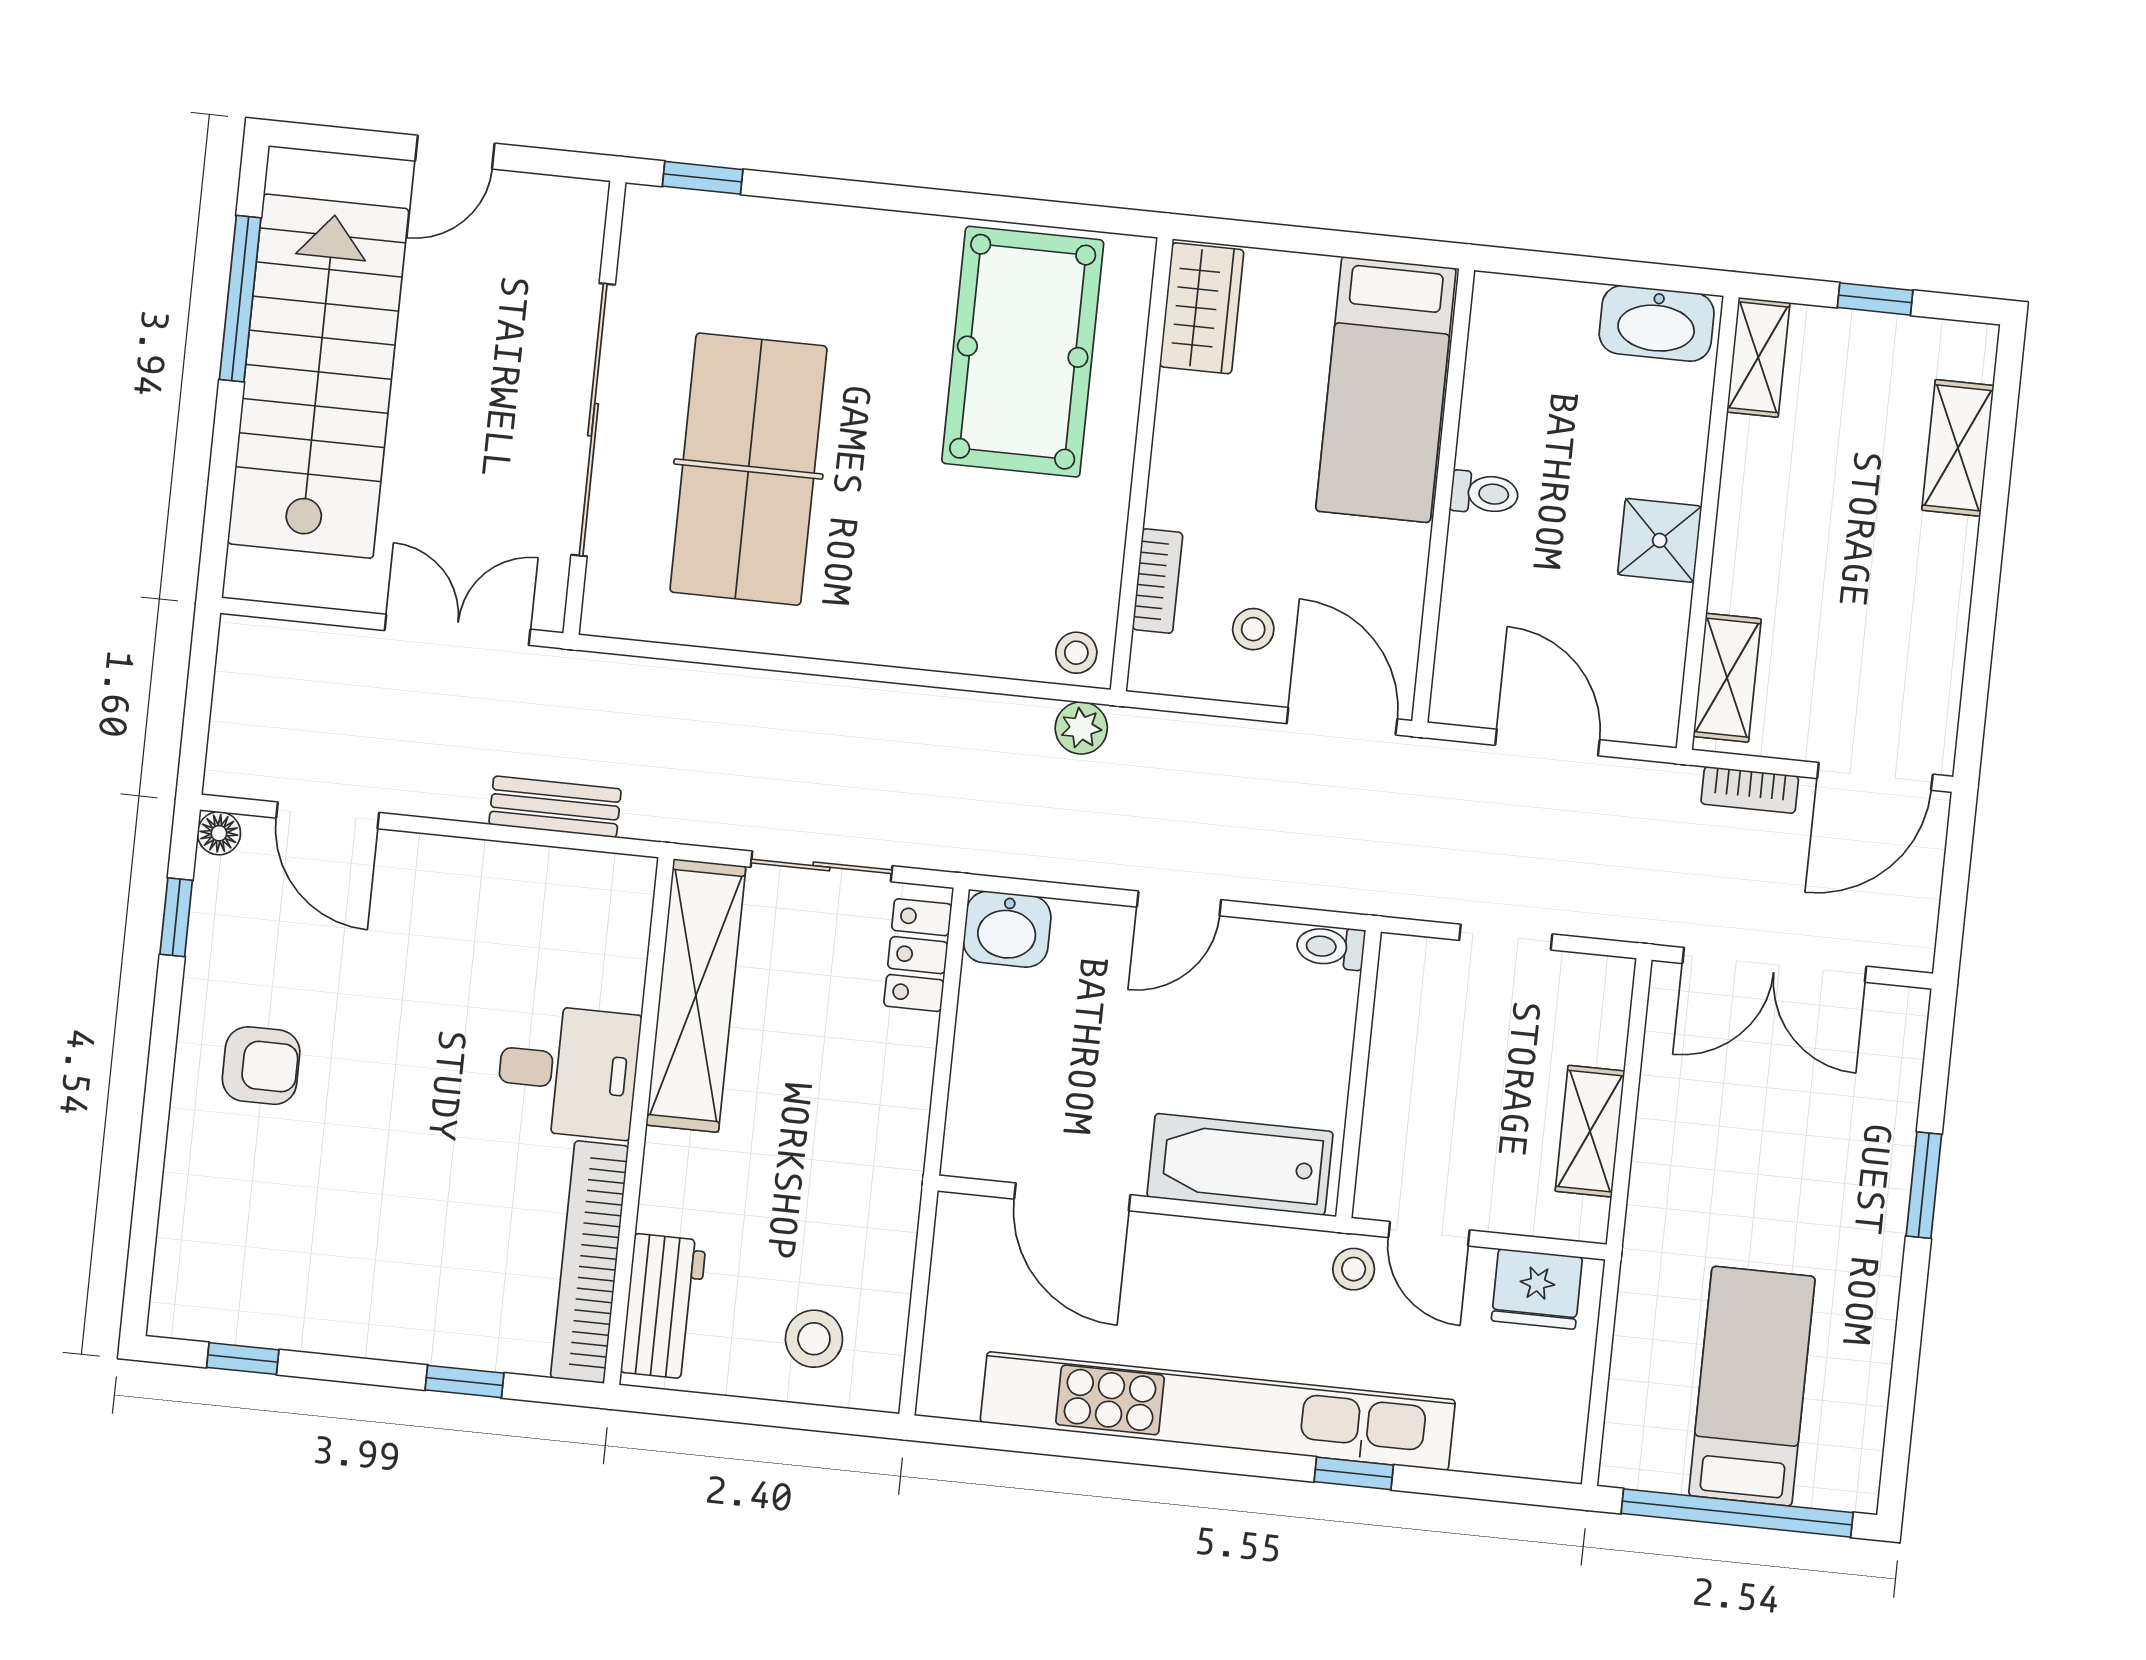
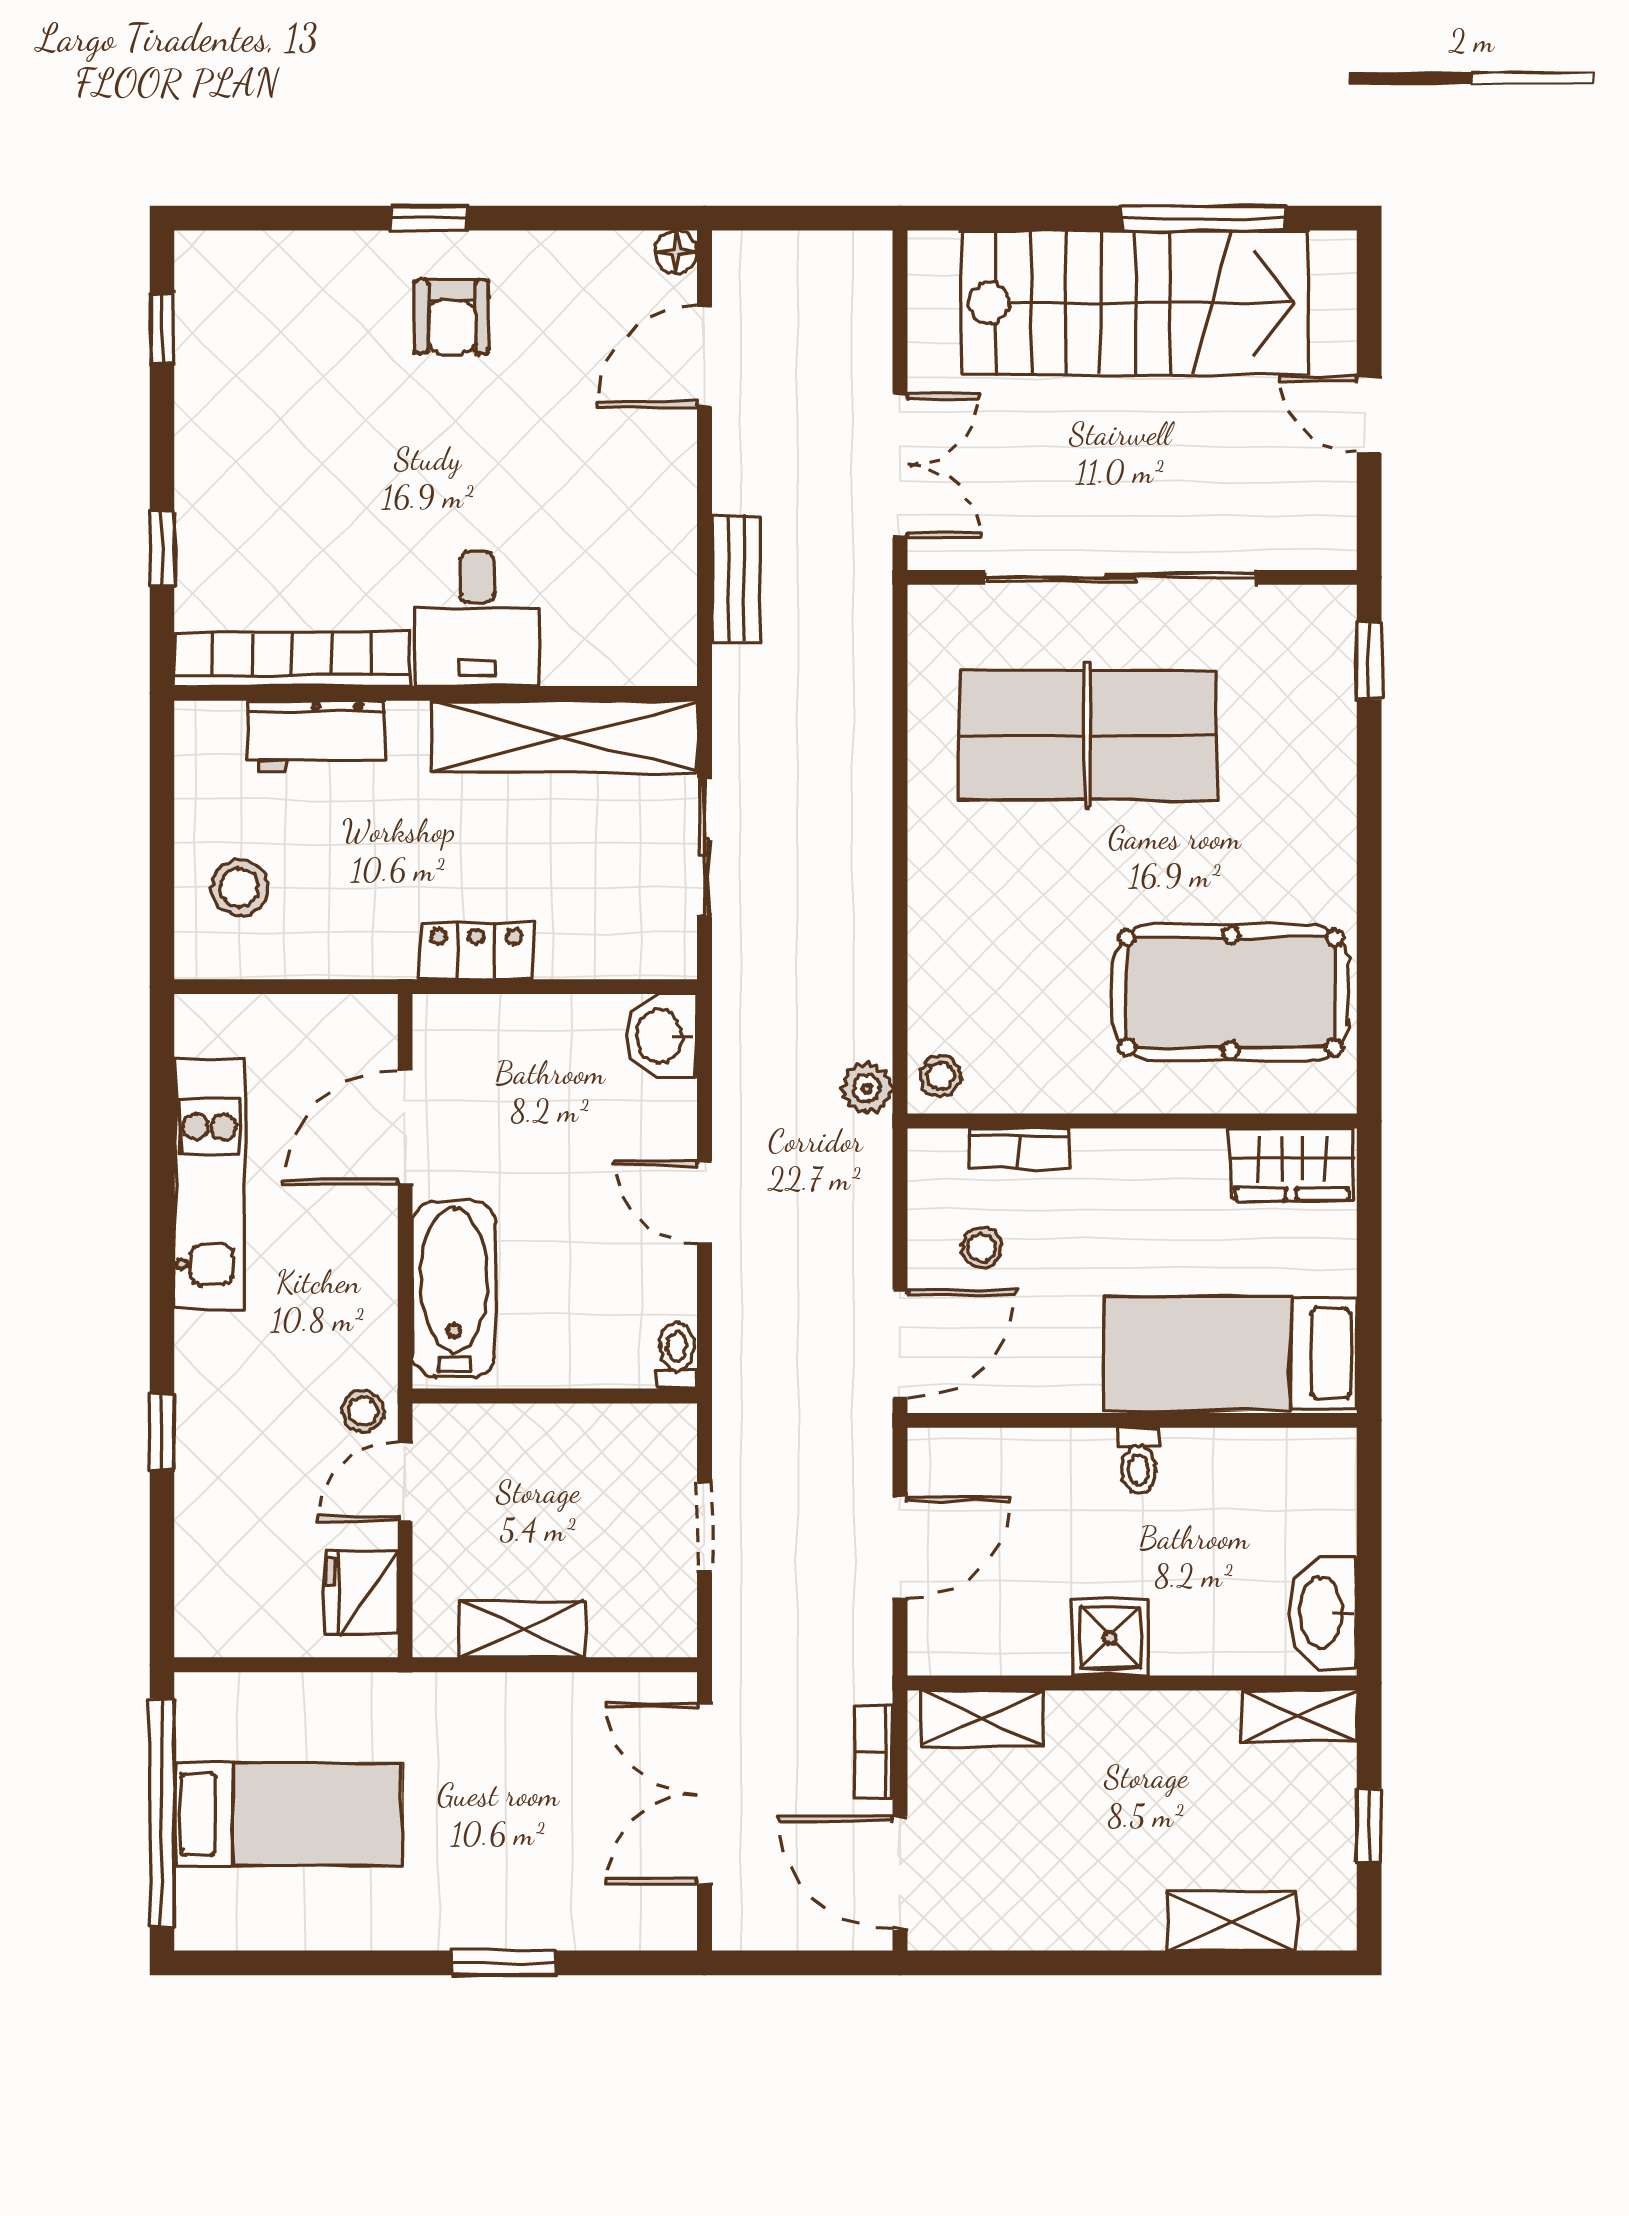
window: (176, 917) -> (429, 218), moved
locker: (918, 955) -> (476, 951), moved
workbench: (663, 1306) -> (316, 736), moved
kitchen unit: (1218, 1411) -> (209, 1184), width x0.54

